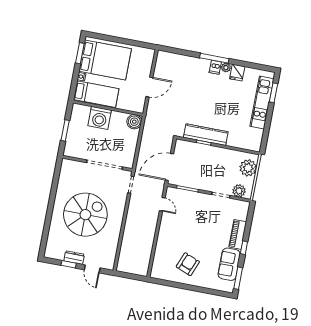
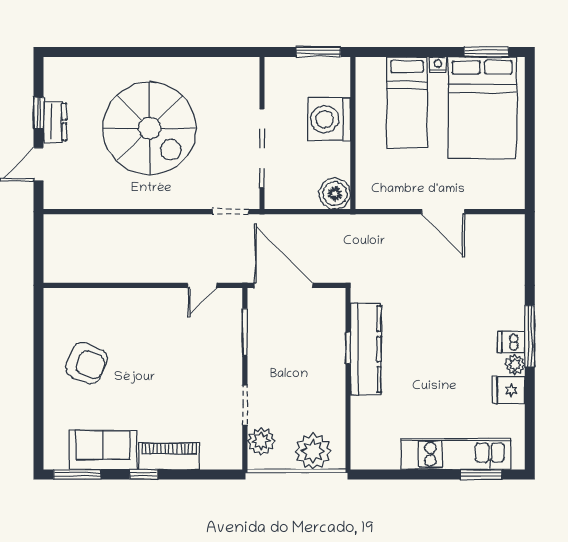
wall: (108, 108) -> (353, 133), moved
washing machine: (100, 118) -> (329, 119), moved
boiler: (134, 122) -> (335, 194), moved

